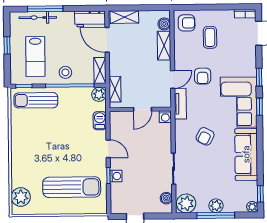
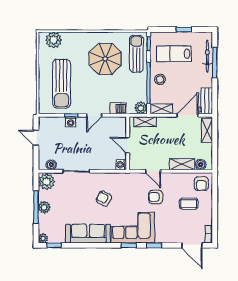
tv unit: (180, 104) -> (132, 178), removed
parasol: (42, 137) -> (105, 59), added

